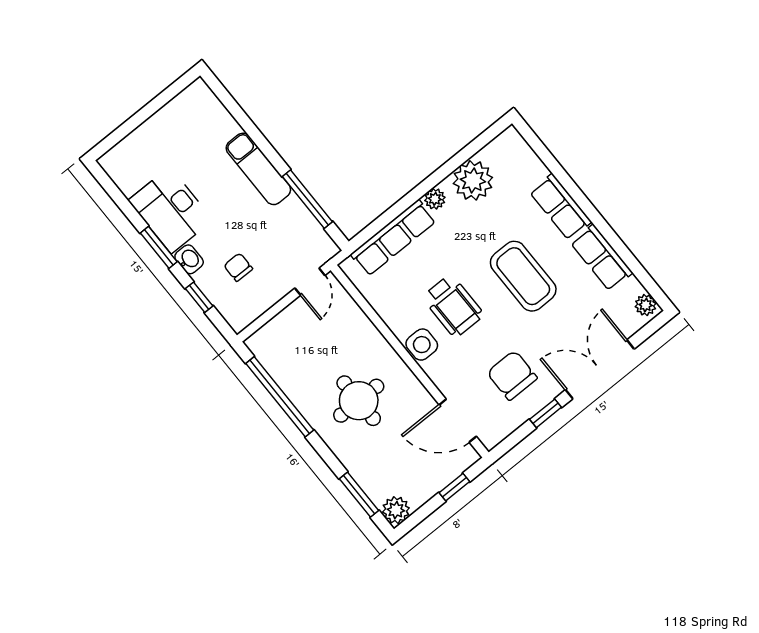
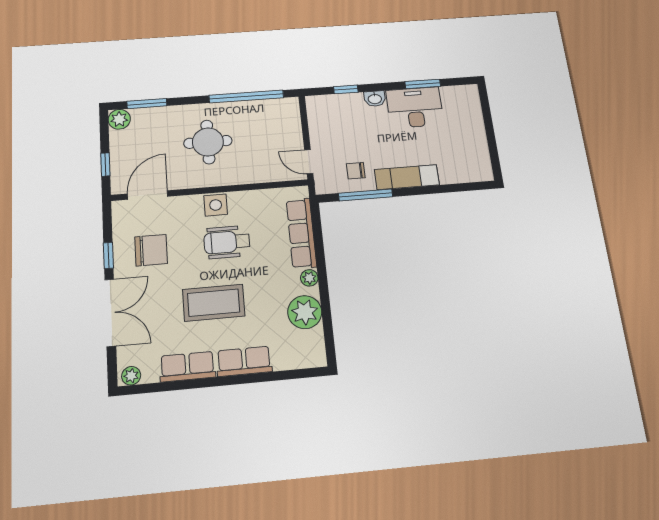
window: (159, 247) -> (423, 84), moved
chair: (238, 267) -> (356, 171), moved, turned 180

